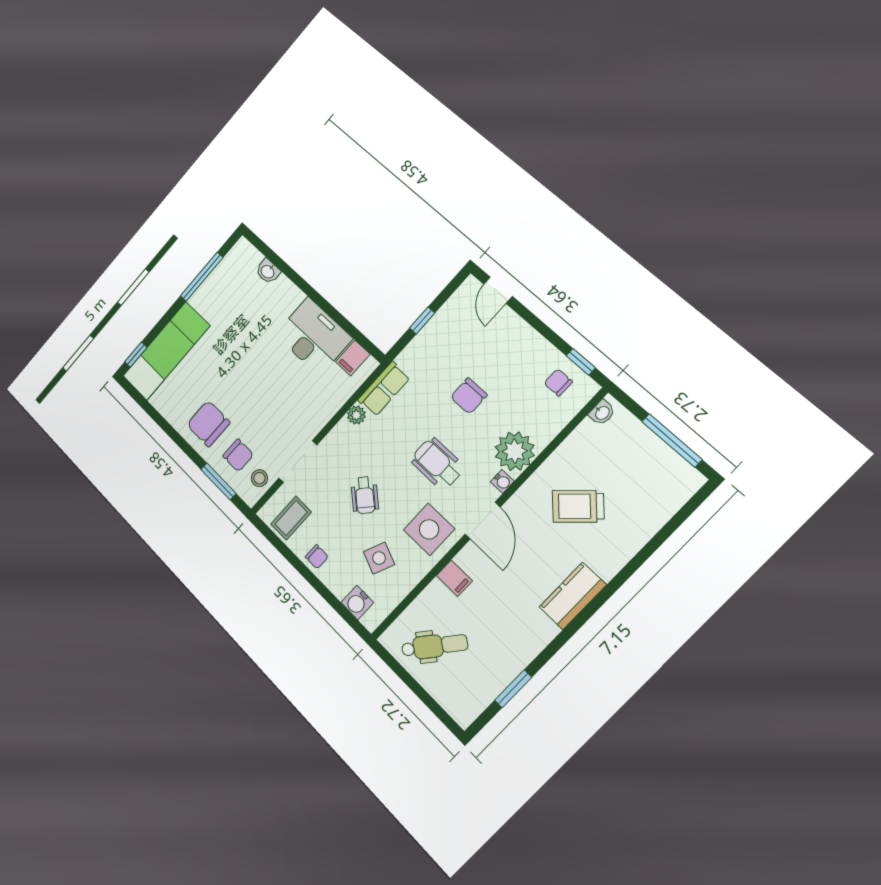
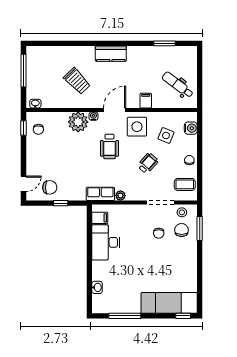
chair: (469, 396) -> (50, 187), moved
chair: (208, 424) -> (159, 233), moved, width x0.54, depth x0.54

